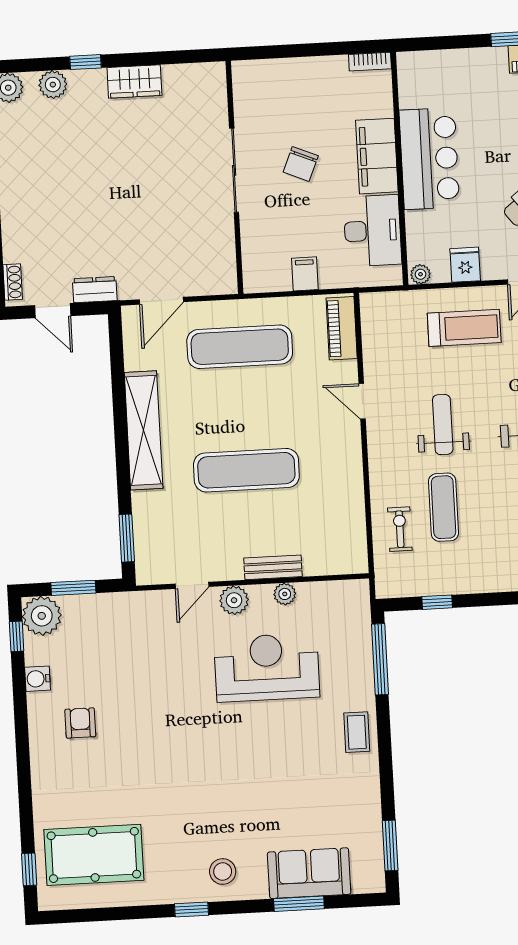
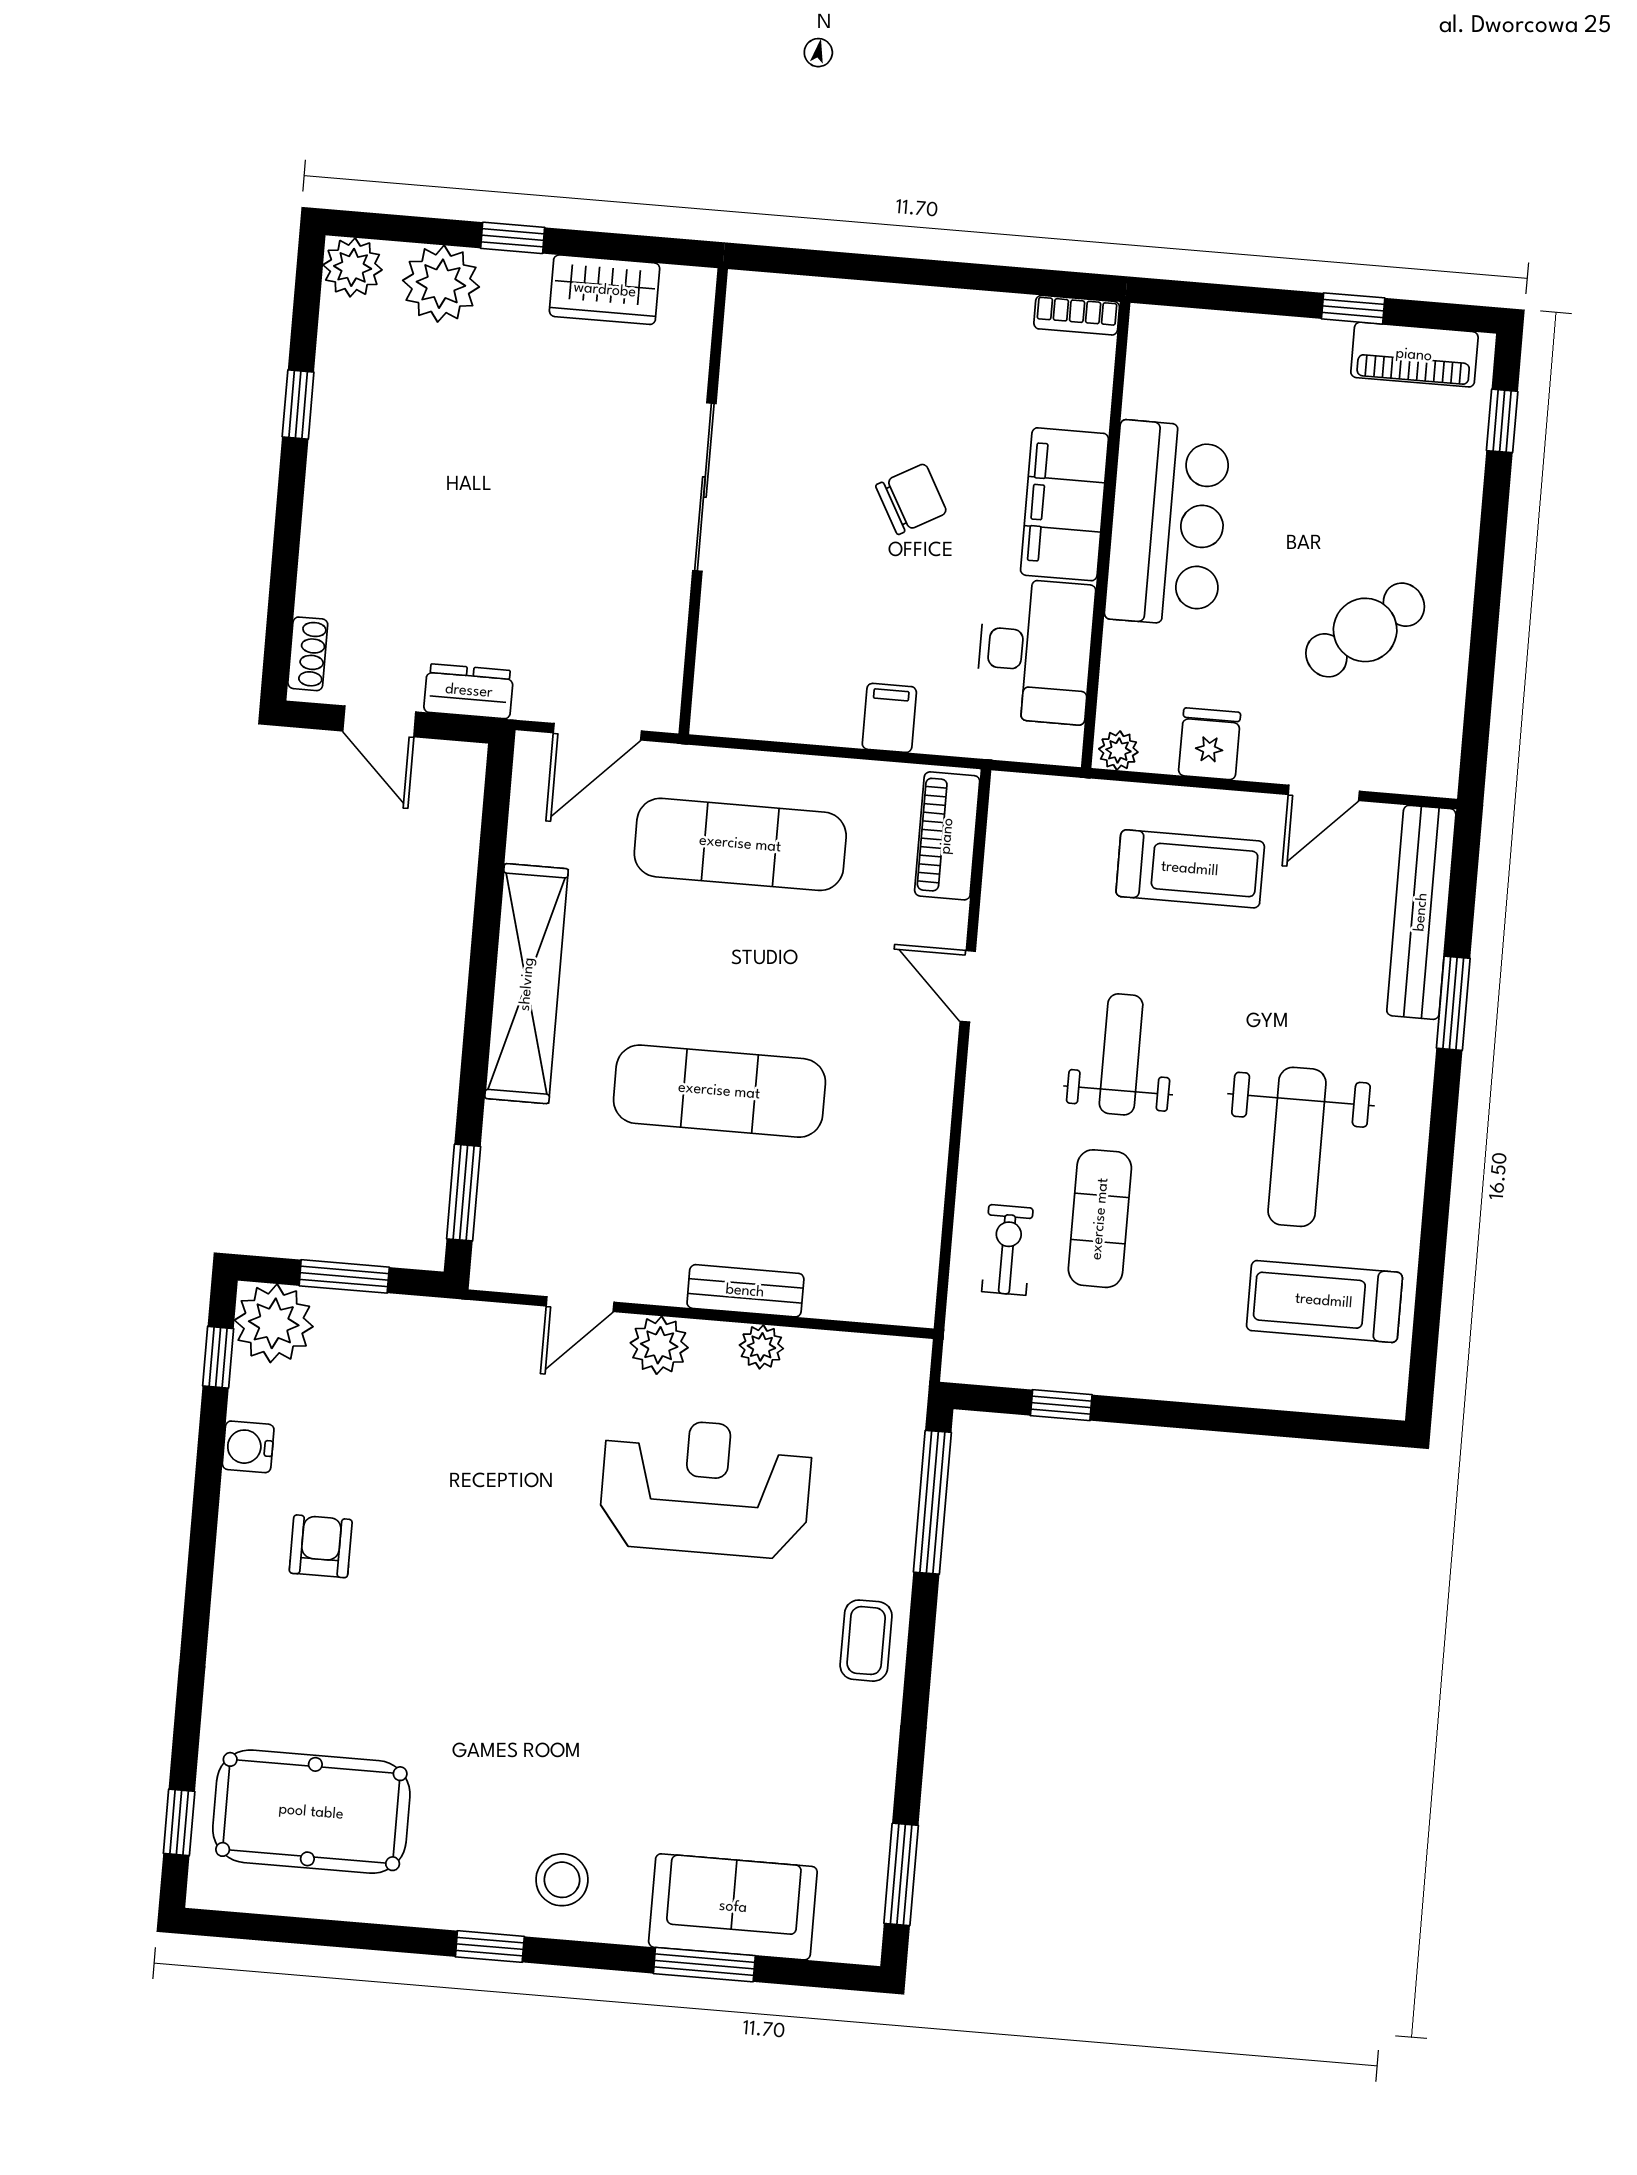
plant: (53, 85) -> (441, 284), width x1.36, depth x1.36
chair: (301, 164) -> (911, 499), turned -142
sliding door: (234, 170) -> (704, 487), moved
wall: (234, 177) -> (703, 501), moved

